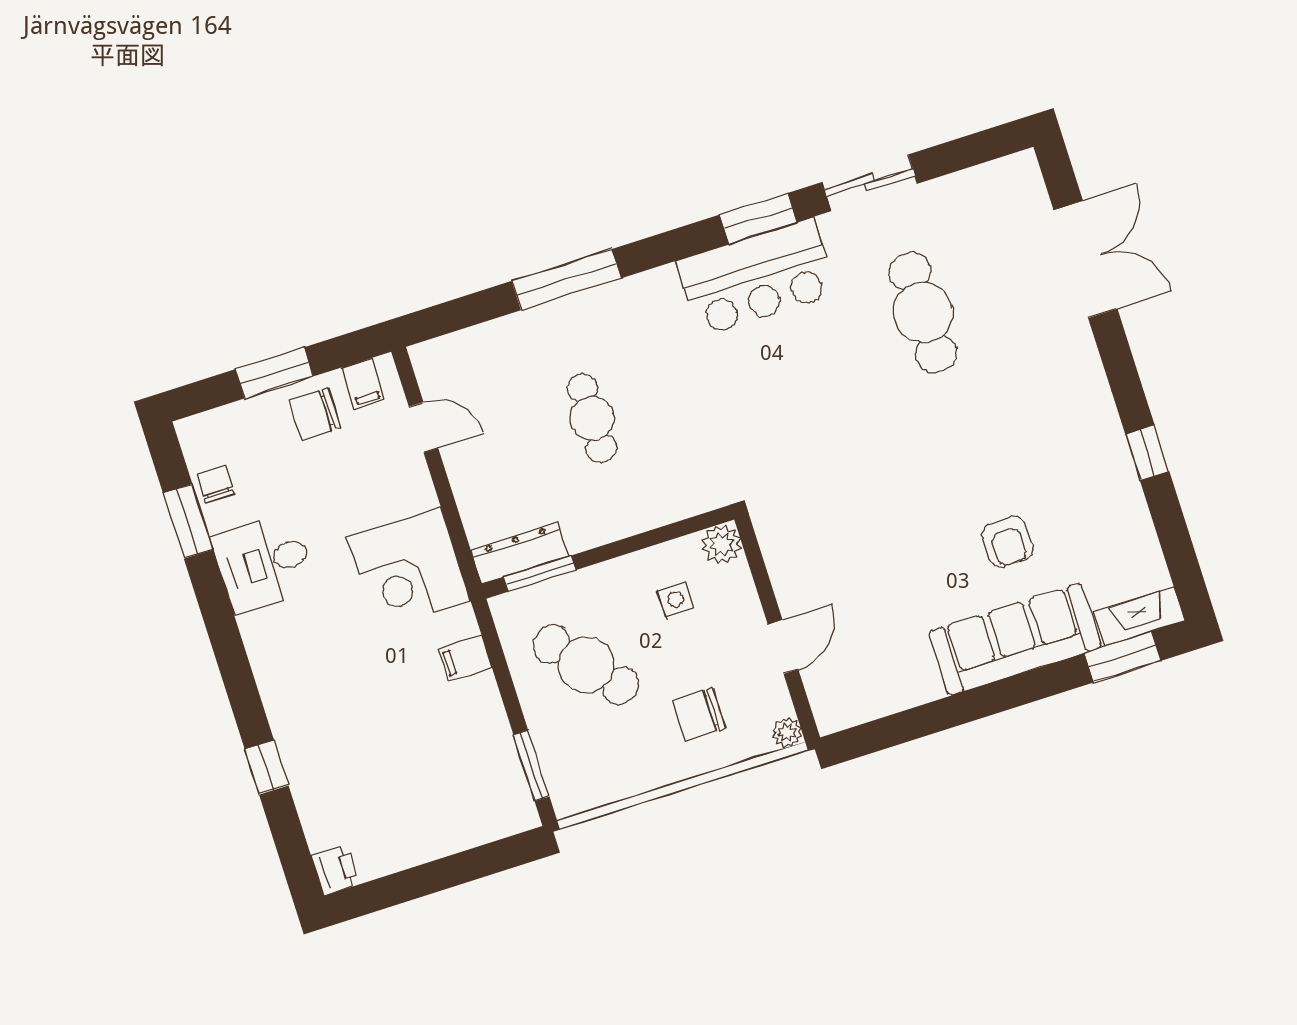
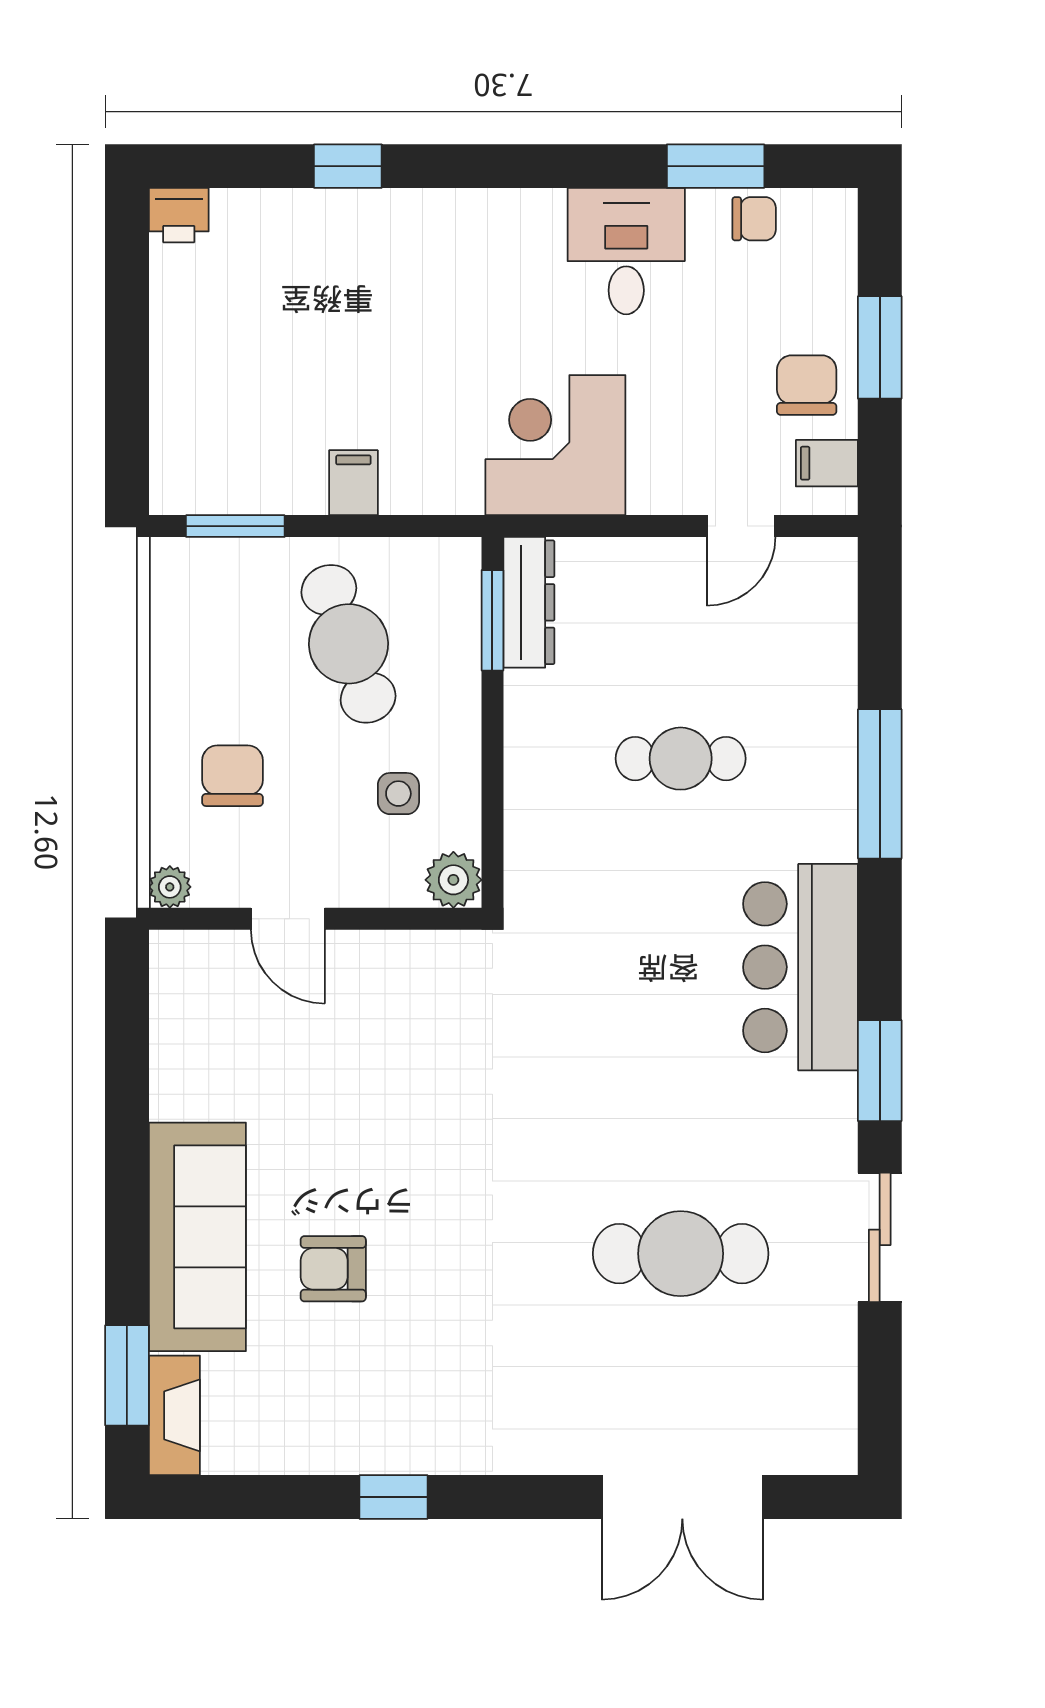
bar counter: (757, 277) -> (801, 967), moved
filing cabinet: (465, 658) -> (353, 483), moved
cafe table: (586, 665) -> (348, 644), turned -69

